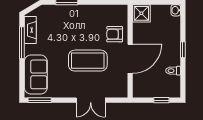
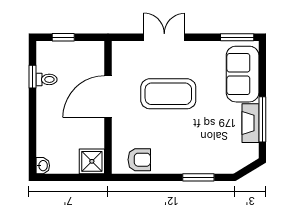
fireplace: (30, 30) -> (250, 123), moved
armchair: (115, 34) -> (139, 160), moved
window: (183, 50) -> (33, 77), moved

